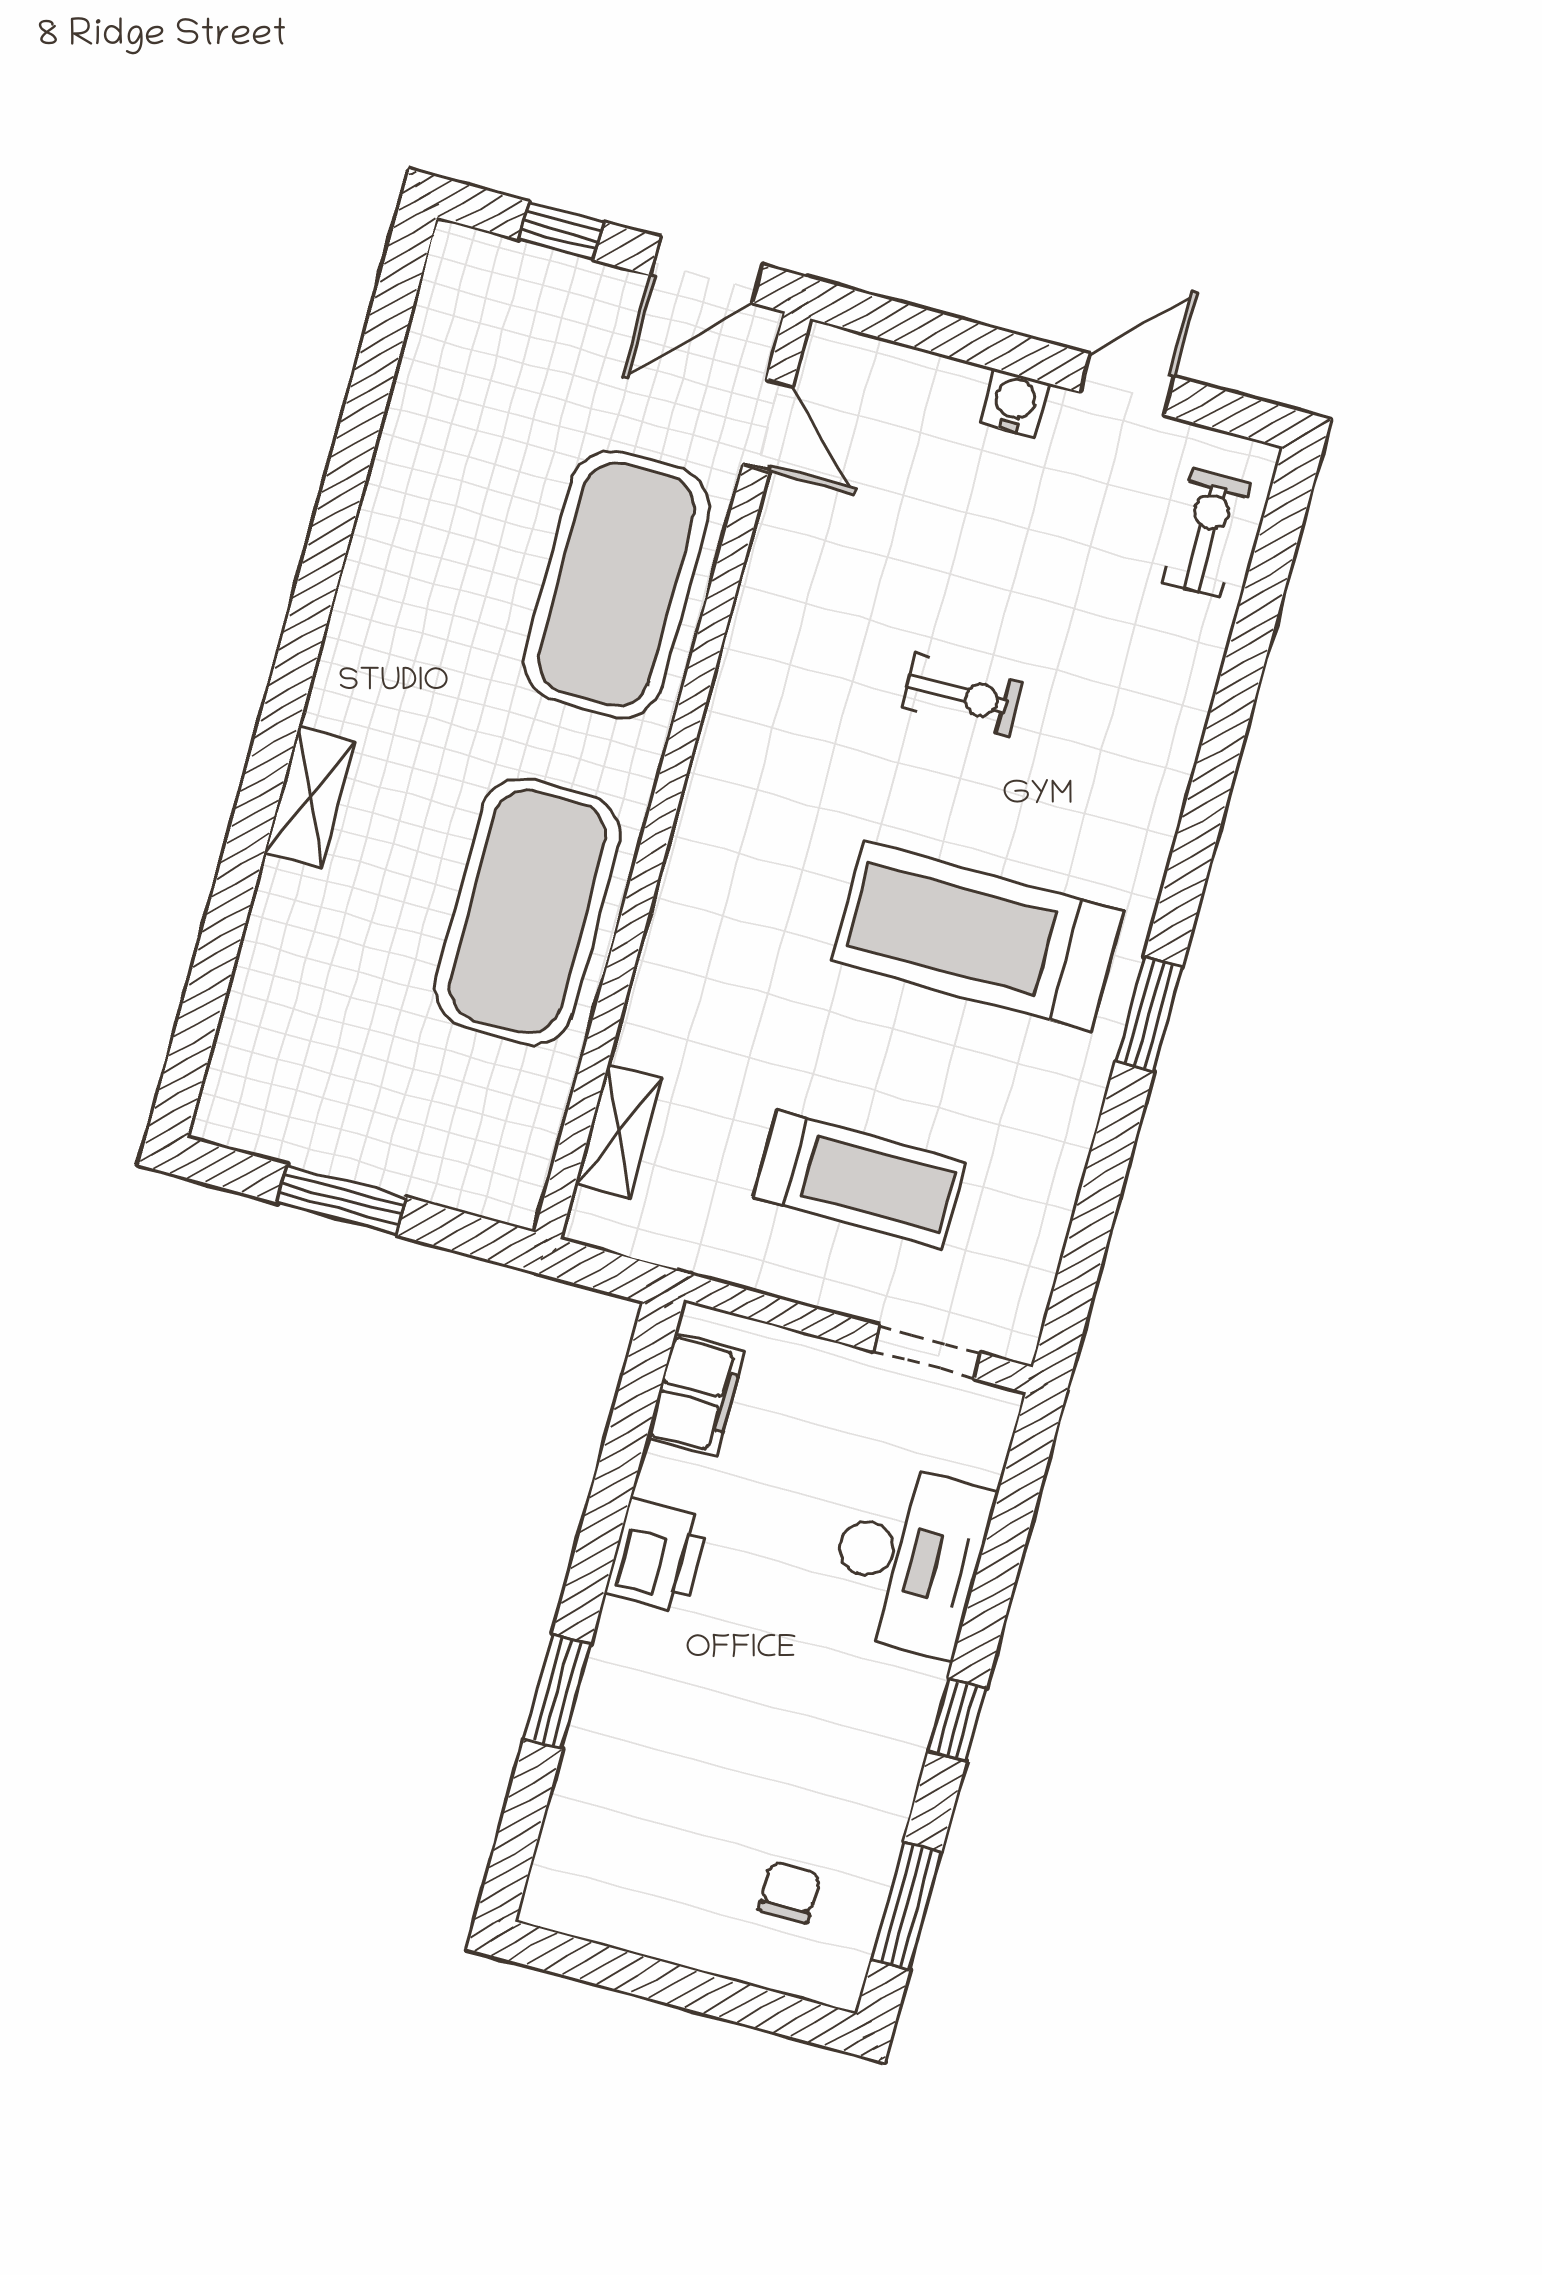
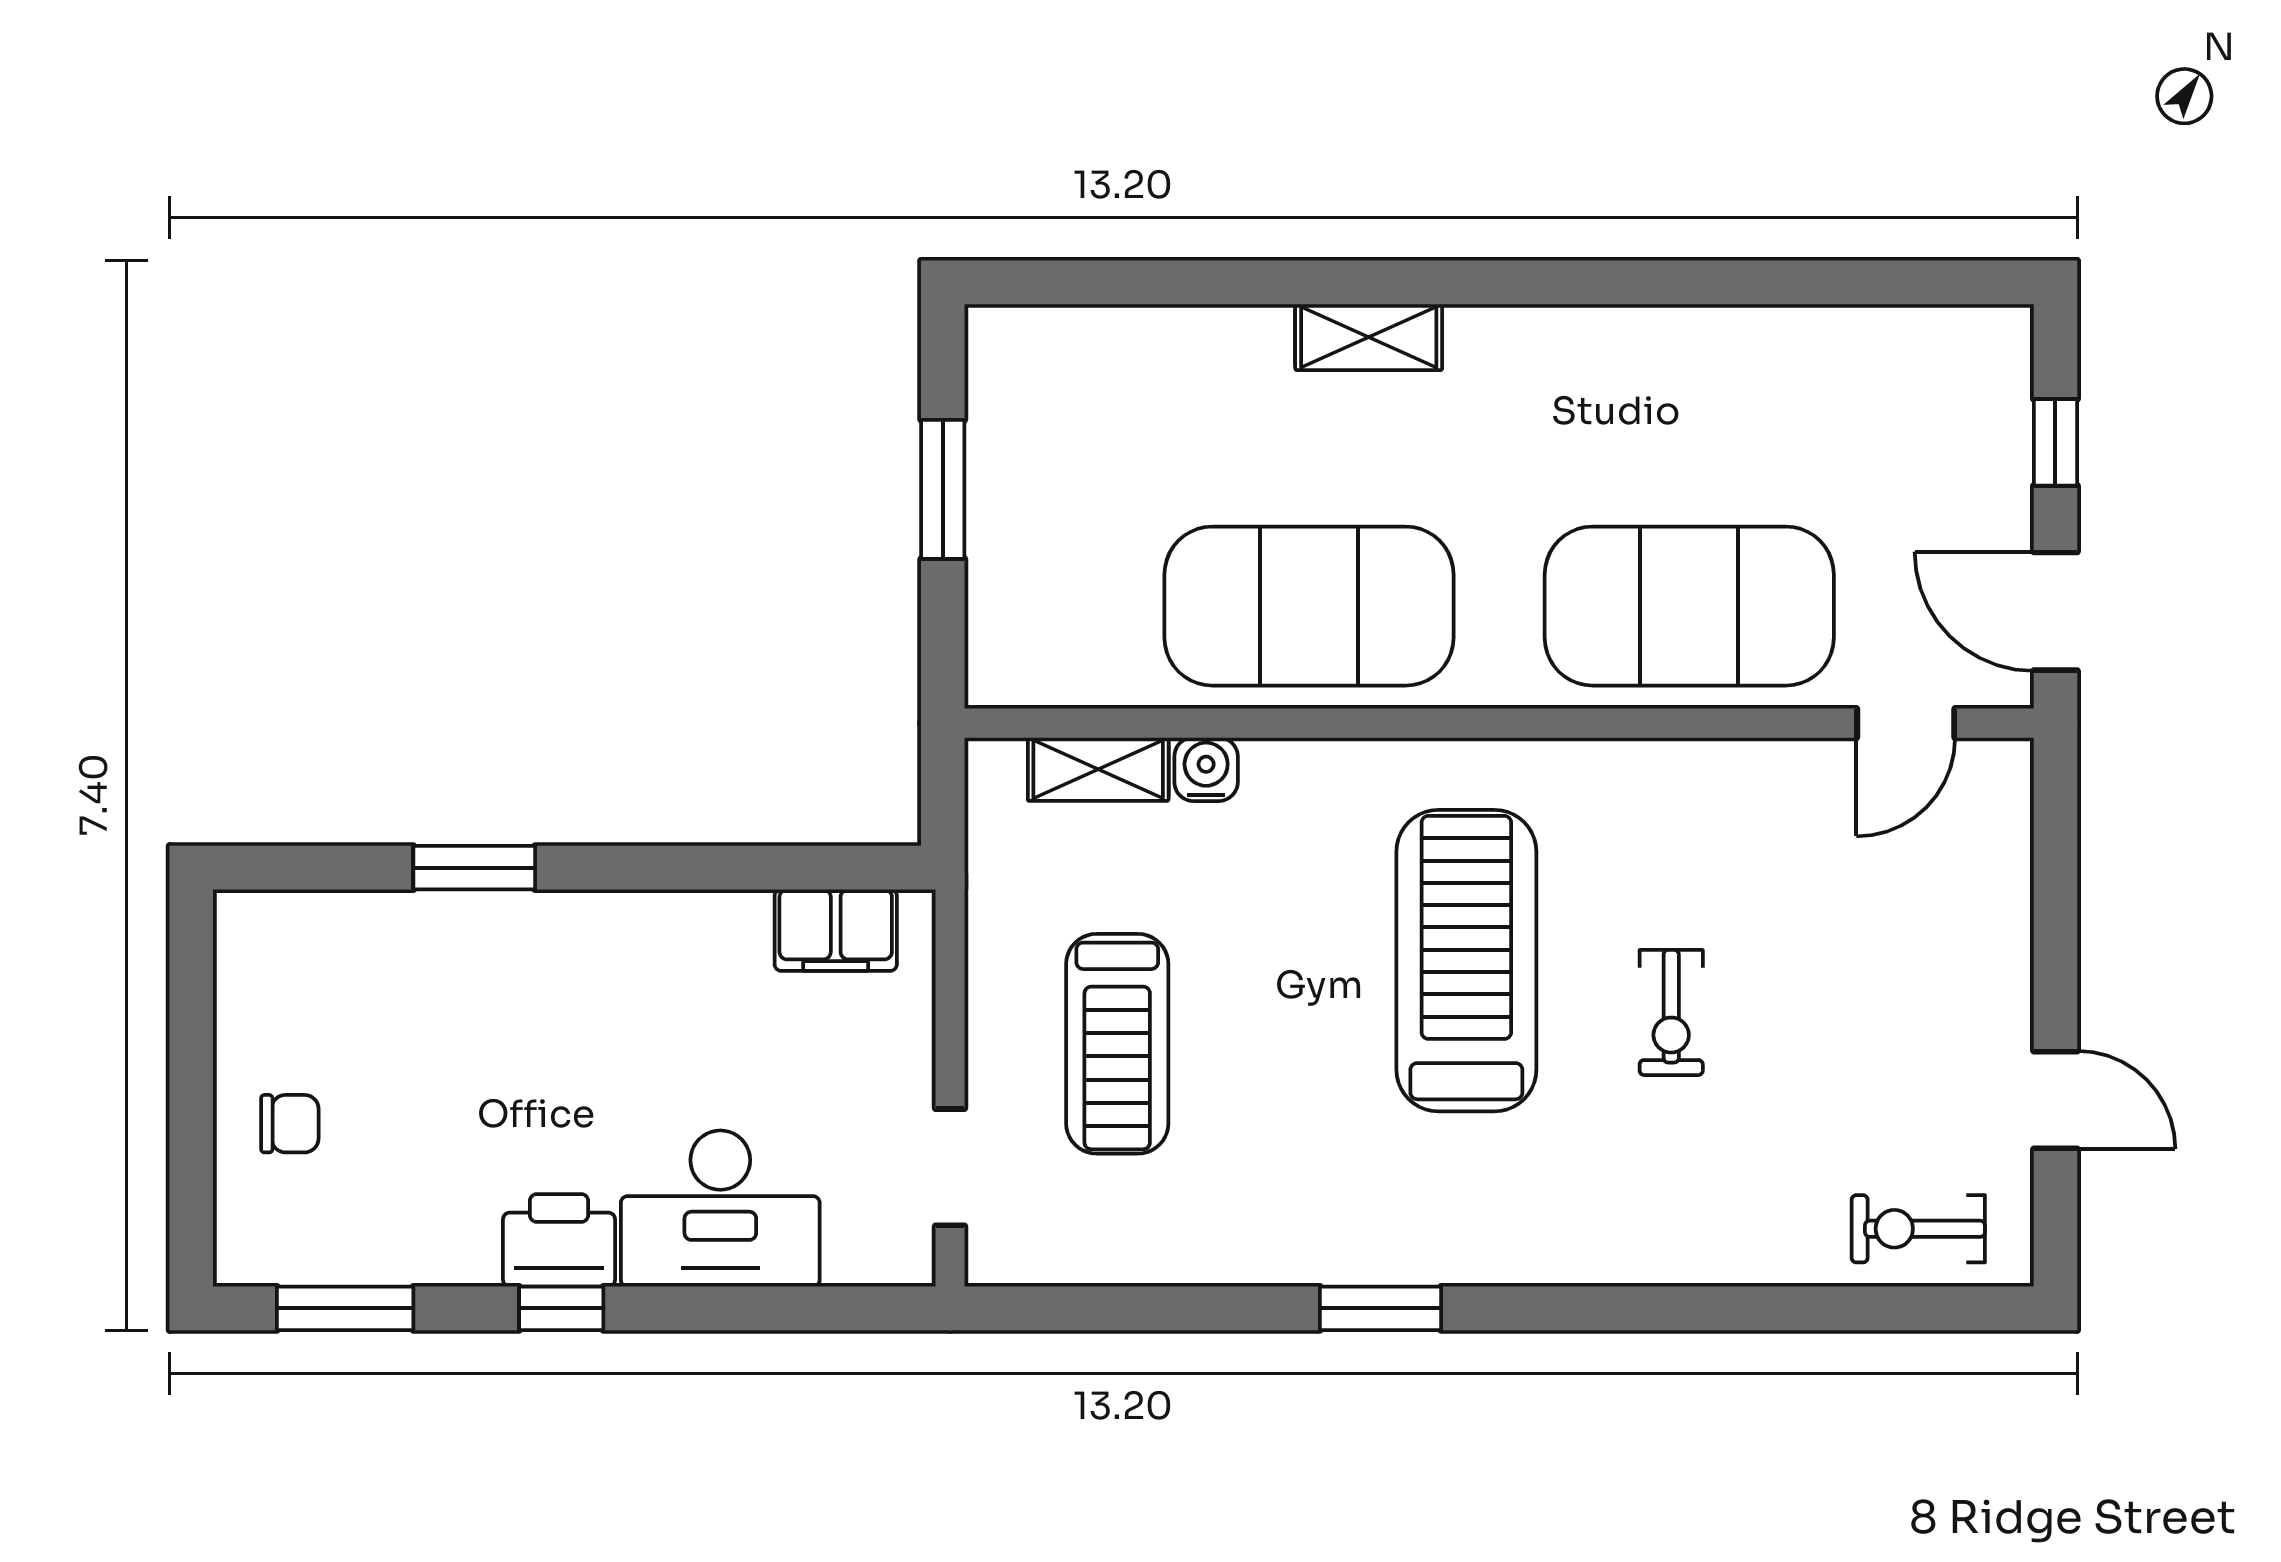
water cooler: (1015, 403) -> (1206, 769), moved, turned -90
exercise bike: (1206, 533) -> (1918, 1229), turned 180
treadmill: (977, 936) -> (1466, 961), moved
printer: (657, 1556) -> (559, 1240), moved, turned 180
chair: (789, 1892) -> (290, 1124), moved

